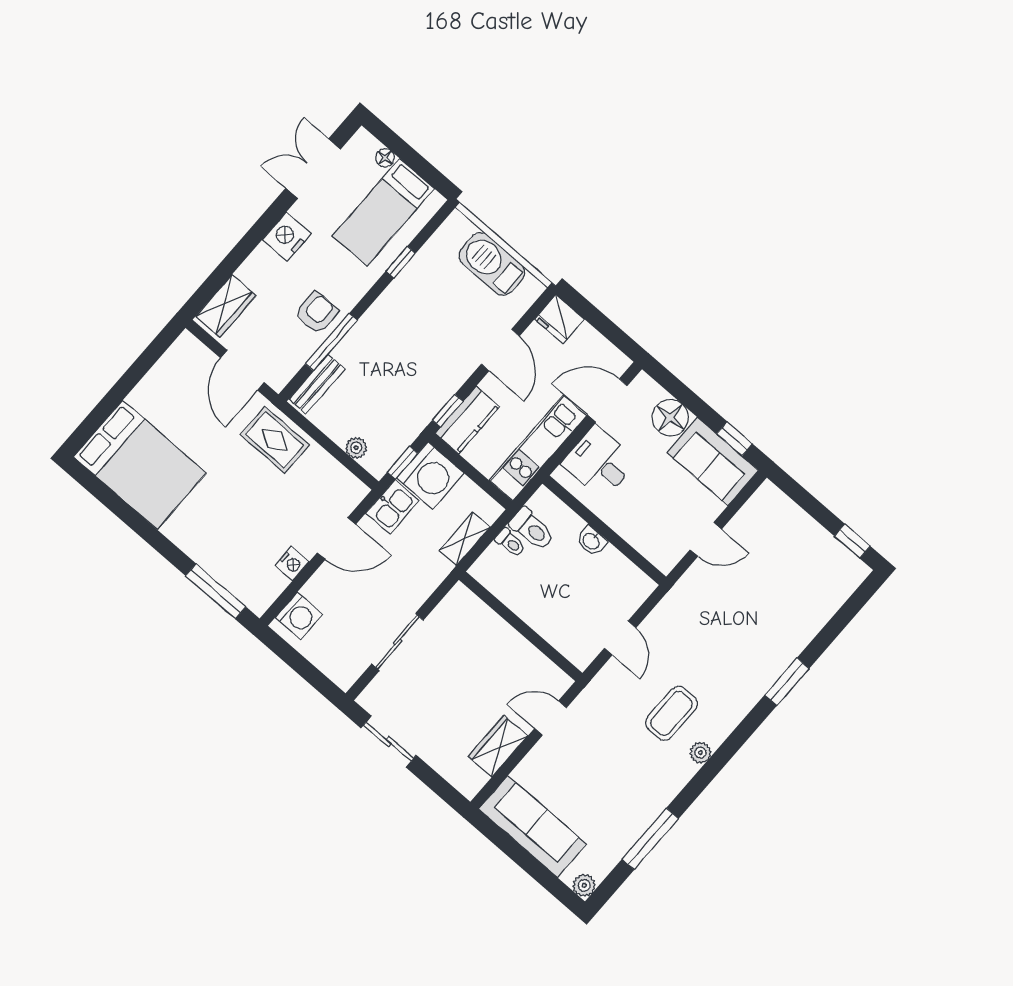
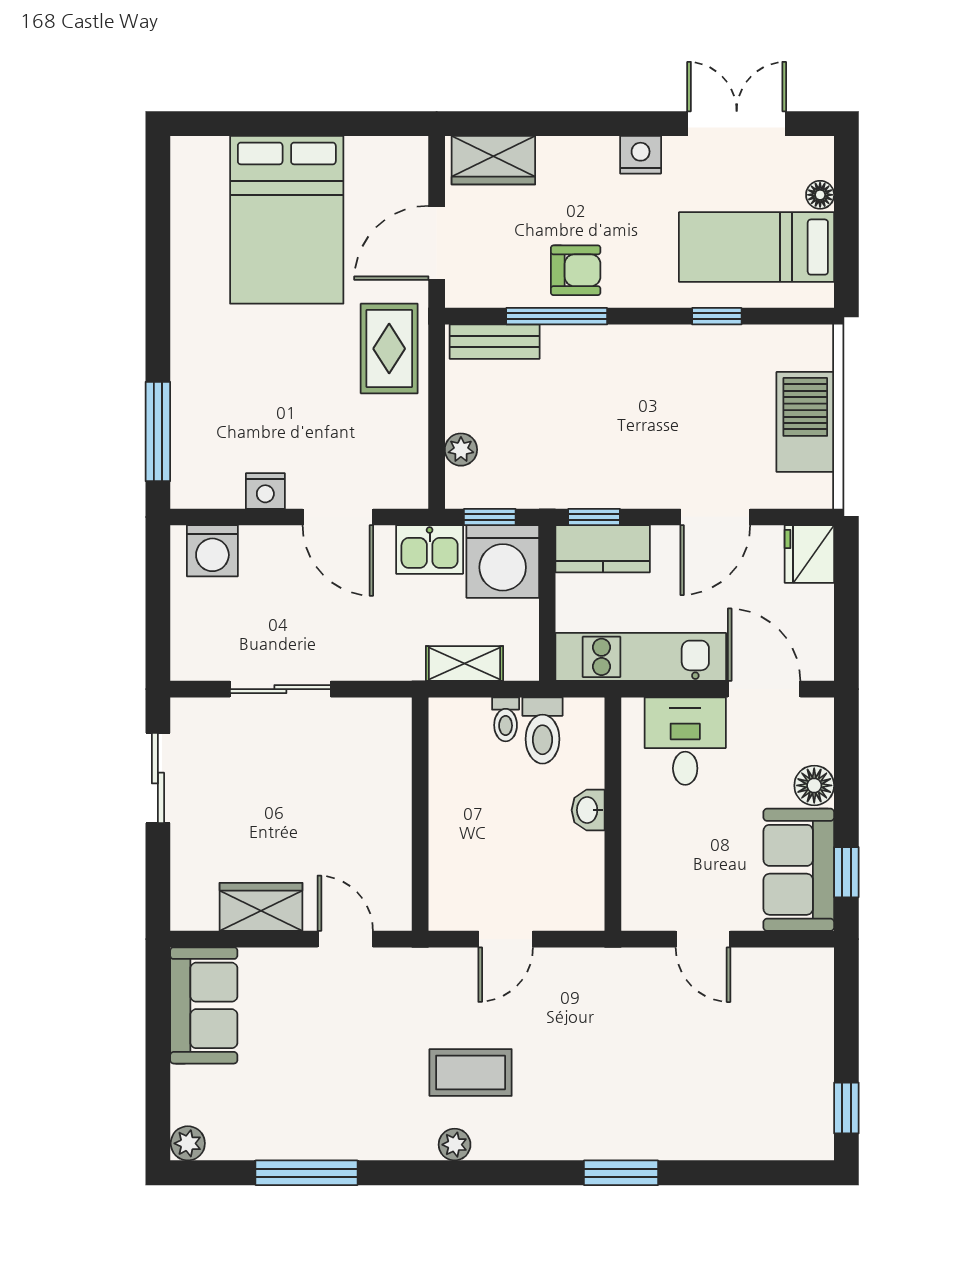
nightstand: (287, 236) -> (641, 155), width x0.74, depth x0.75
floor lamp: (670, 418) -> (814, 785), width x0.73, depth x0.73
bed: (140, 465) -> (287, 220), moved
sofa: (533, 827) -> (204, 1005), width x0.73

